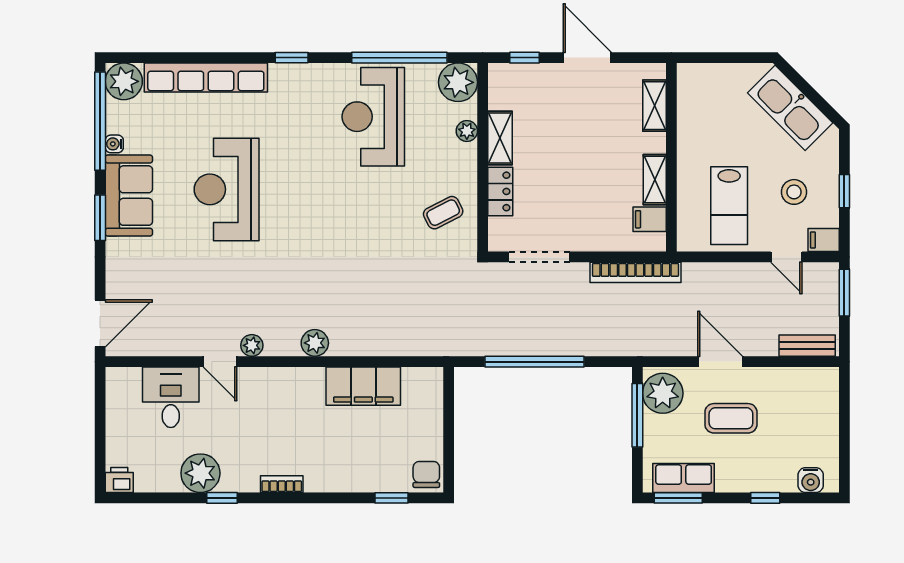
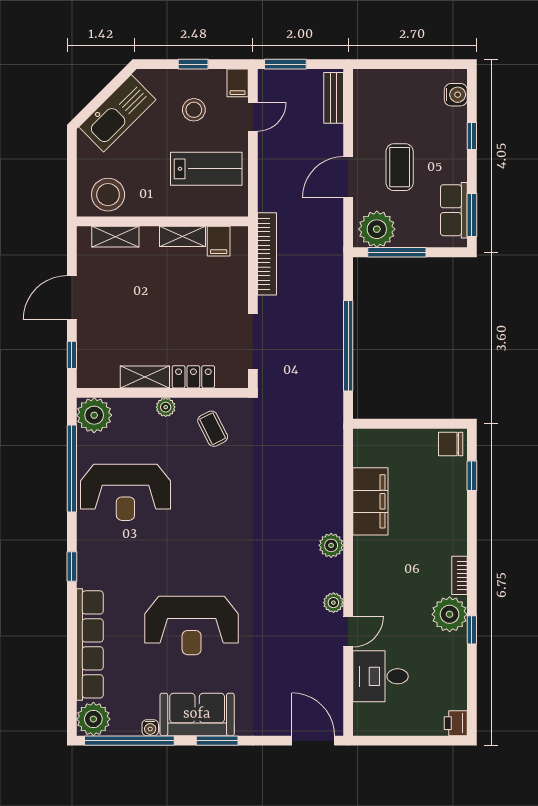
stool: (701, 98) -> (108, 195), added
plant: (467, 131) -> (166, 407), moved
plant: (200, 473) -> (450, 614), moved

